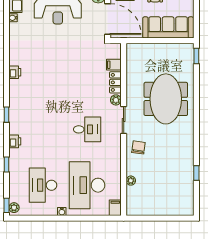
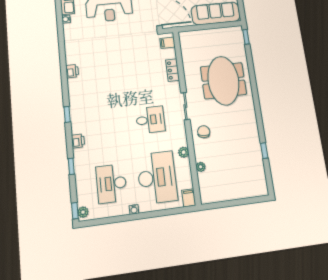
filing cabinet: (114, 65) -> (168, 43), moved
plant: (116, 100) -> (184, 152), moved
desk: (87, 185) -> (157, 178), turned 180

